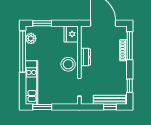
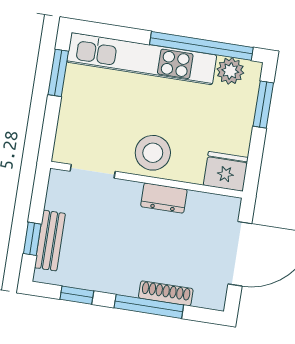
window: (130, 46) -> (149, 306), moved
kitchen unit: (31, 82) -> (142, 59), width x1.36
bench: (110, 100) -> (50, 241), width x0.73

